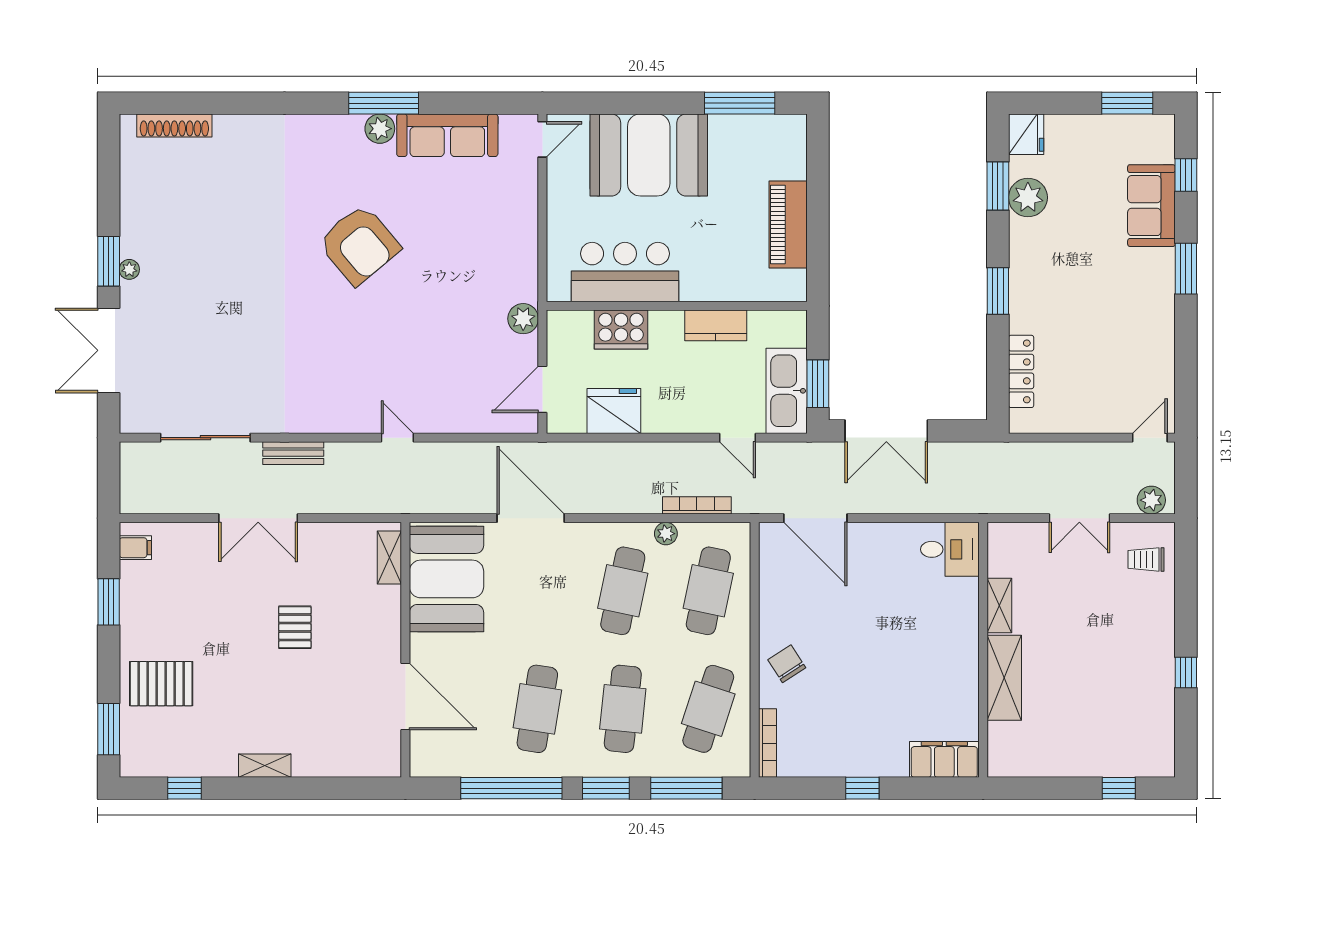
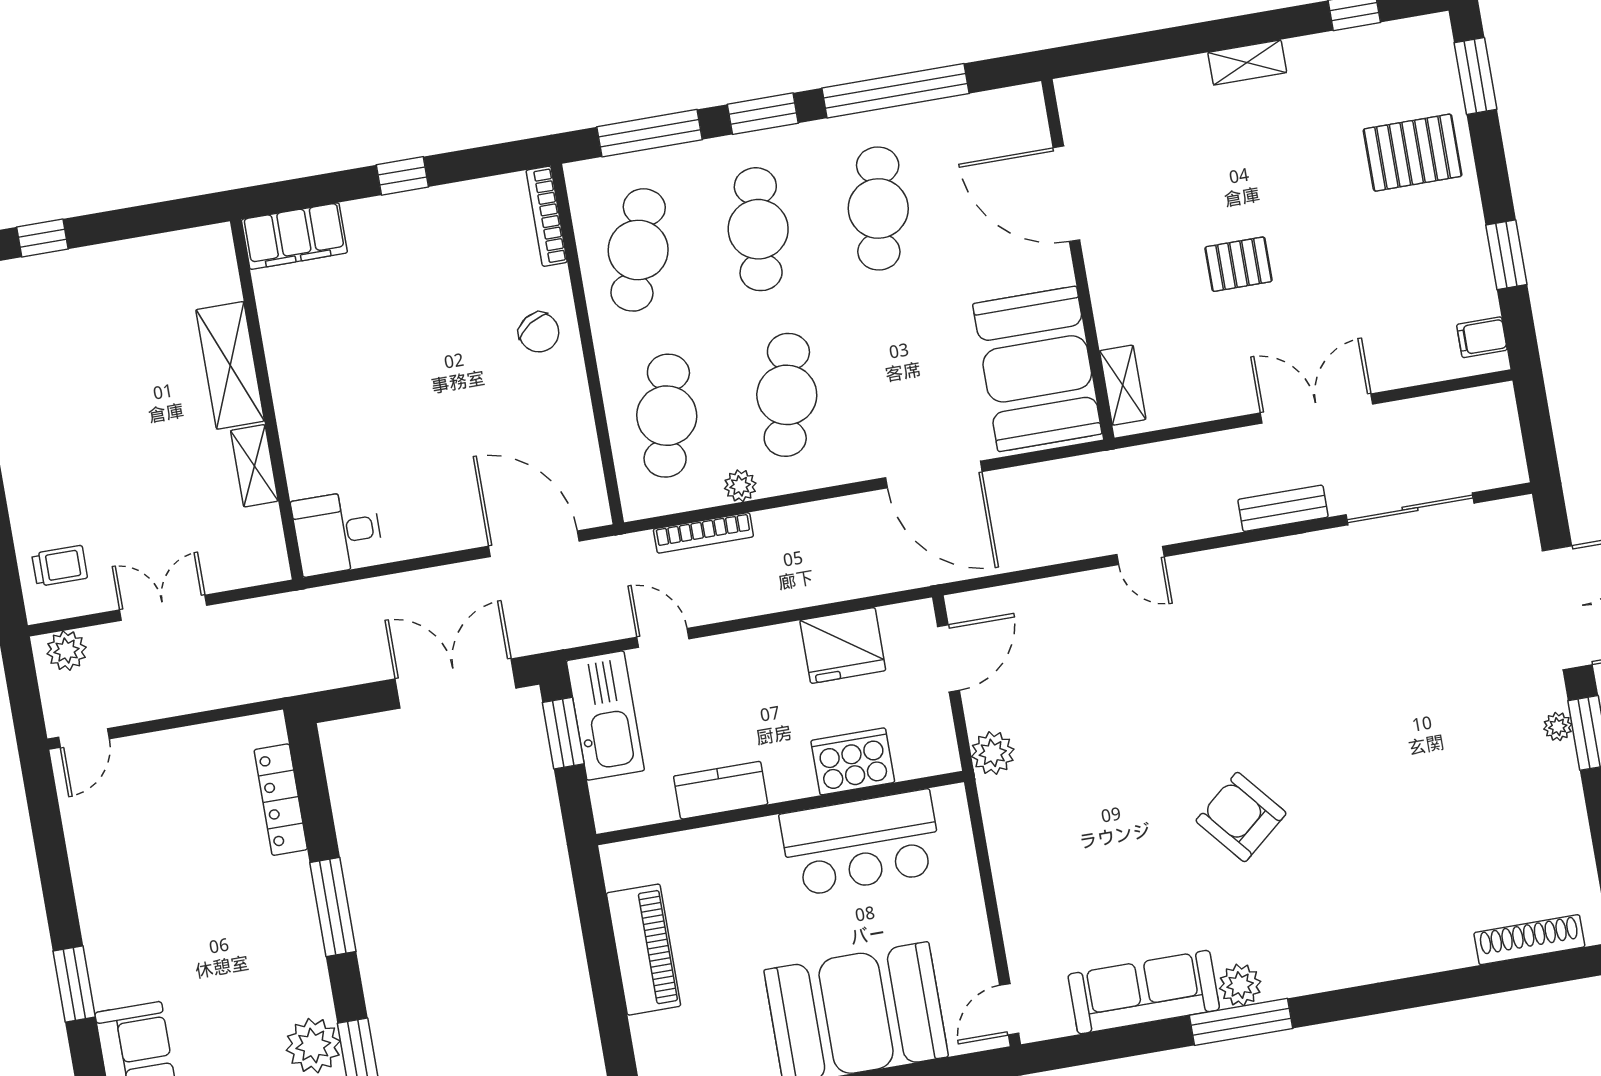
armchair: (359, 245) -> (1241, 817), width x0.73, depth x0.73
window: (998, 291) -> (333, 907), width x1.44
pallet: (295, 627) -> (1238, 264), turned 90

